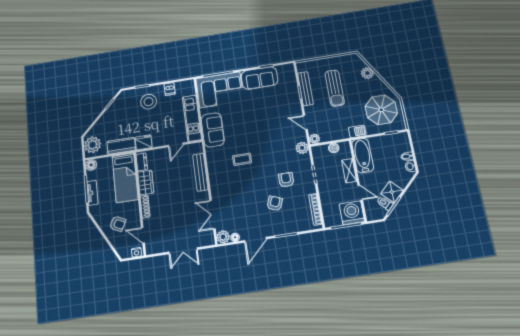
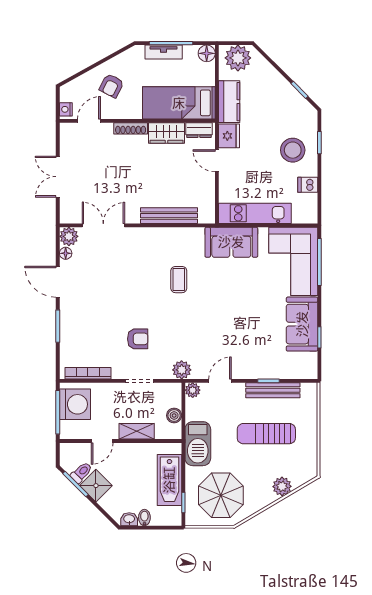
barbecue: (357, 131) -> (198, 444), width x1.88, depth x1.53
door: (176, 145) -> (217, 161), moved
bathtub: (363, 156) -> (169, 480), moved, turned 90
armchair: (275, 203) -> (106, 317), removed
washing machine: (352, 213) -> (75, 404), moved

